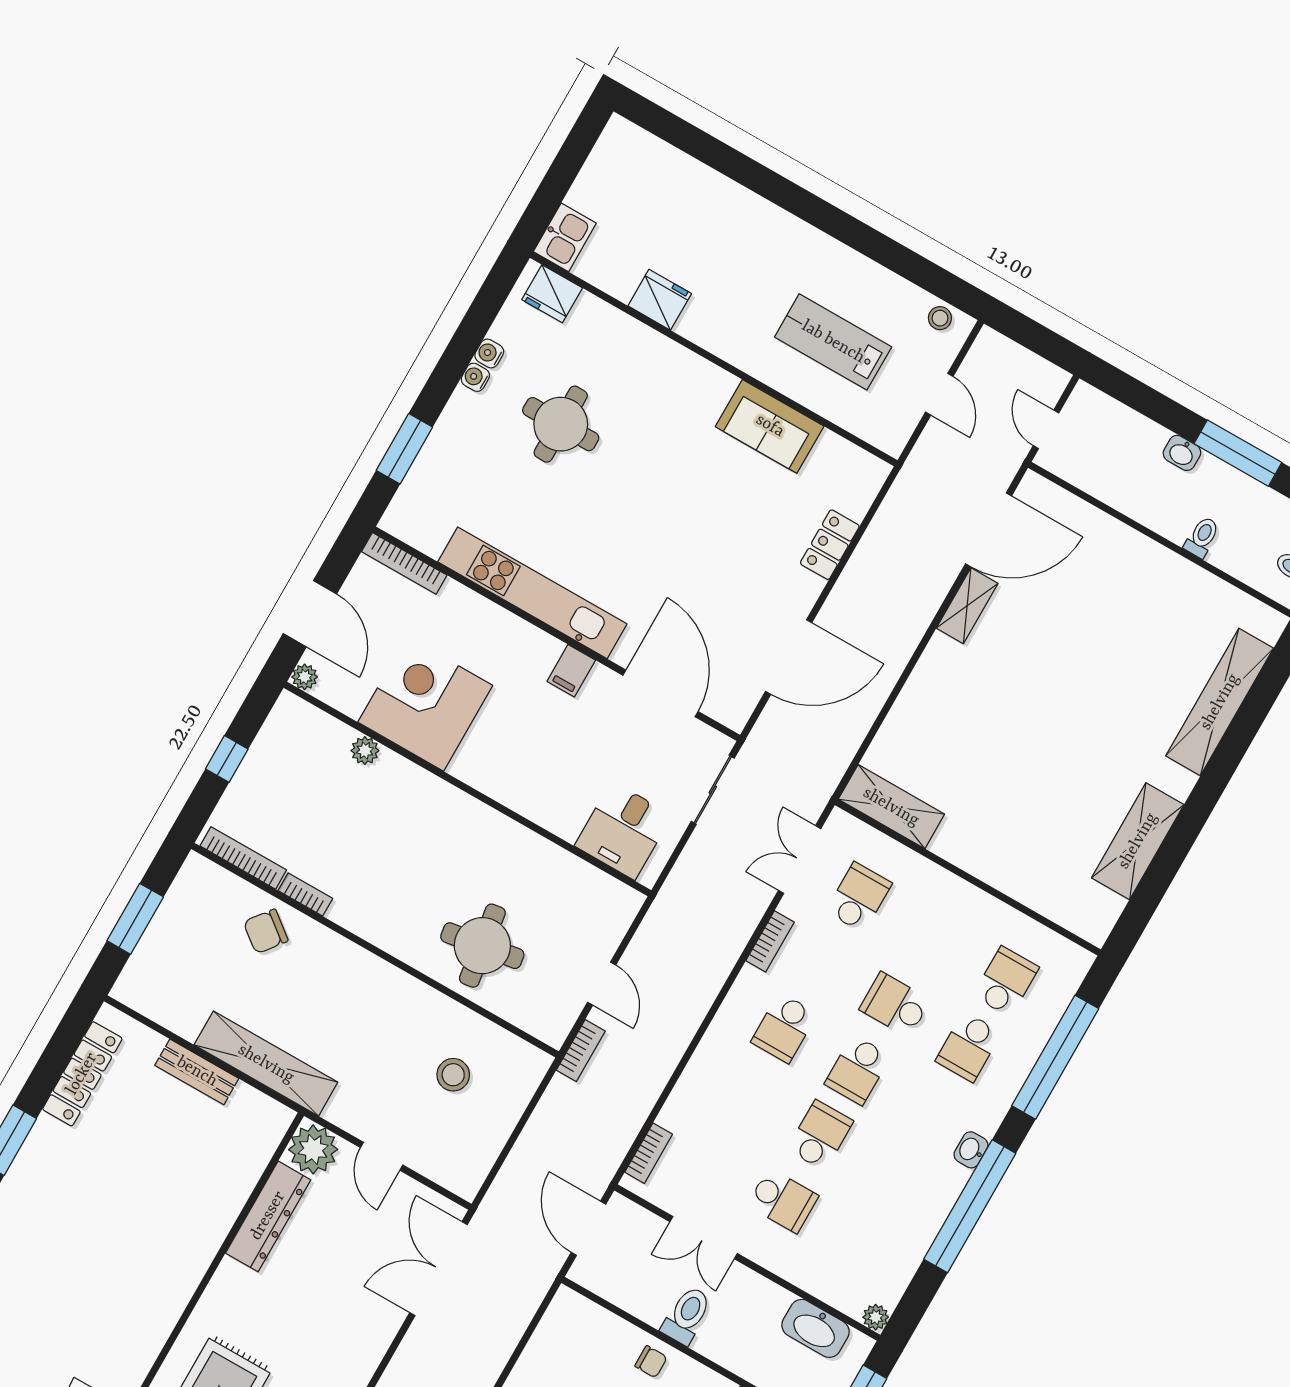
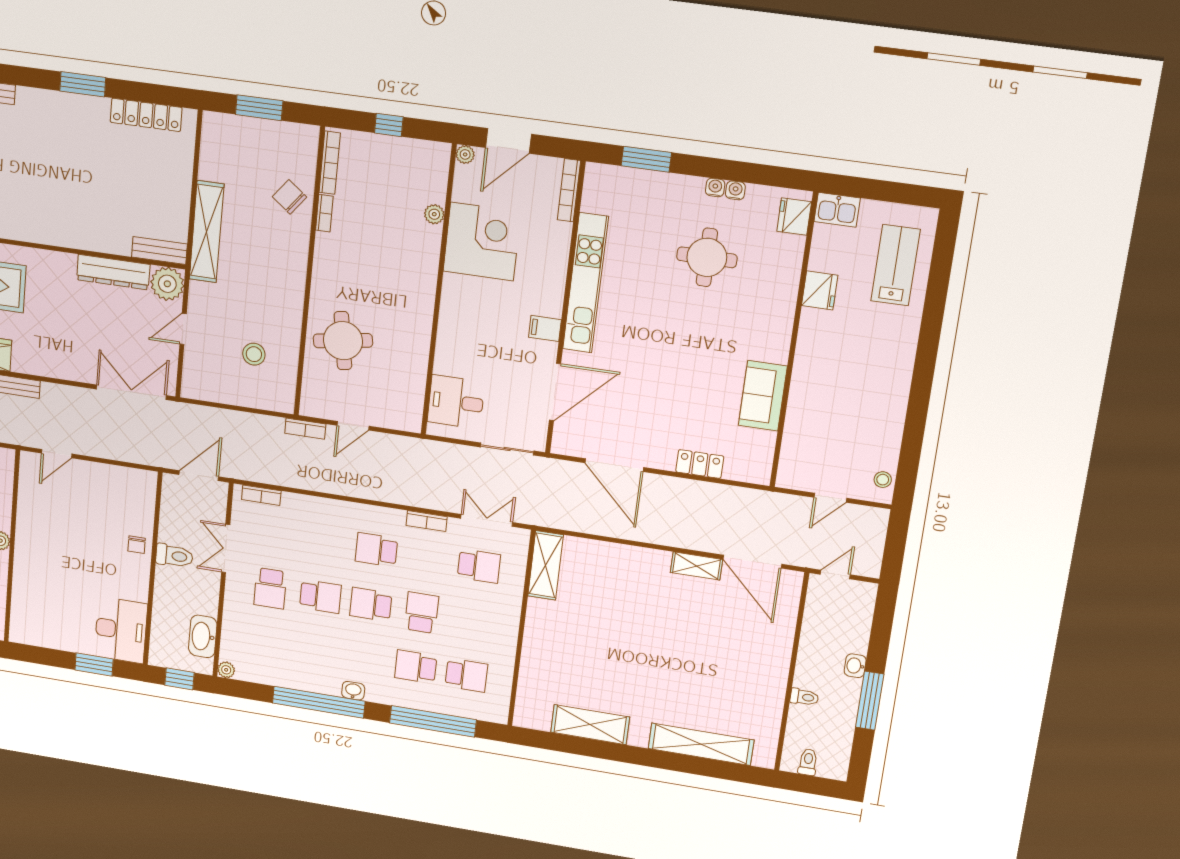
lab bench: (833, 342) -> (895, 265), moved
bench: (197, 1072) -> (159, 250), moved, turned 90

